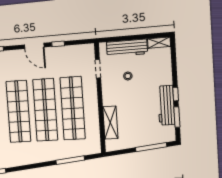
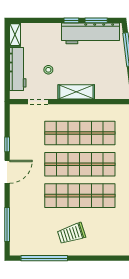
workbench: (166, 105) -> (90, 33), width x1.36, depth x1.32
shelving: (110, 123) -> (76, 92), moved

